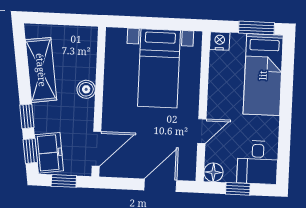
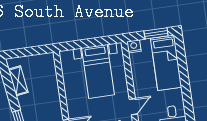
shelving: (41, 70) -> (18, 81), width x0.67, depth x0.75
boiler: (86, 89) -> (54, 94), removed

